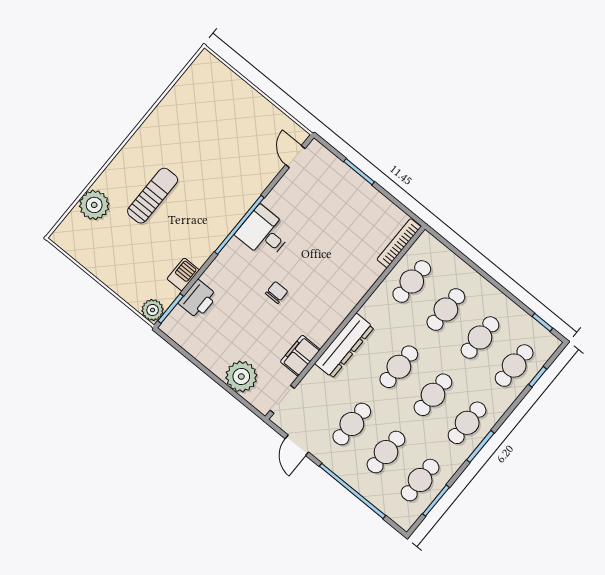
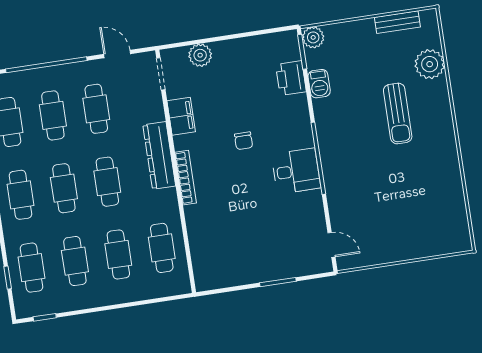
bookcase: (399, 243) -> (186, 178), moved
bench: (84, 257) -> (397, 22), added
plant: (241, 377) -> (200, 55), width x0.73, depth x0.73

